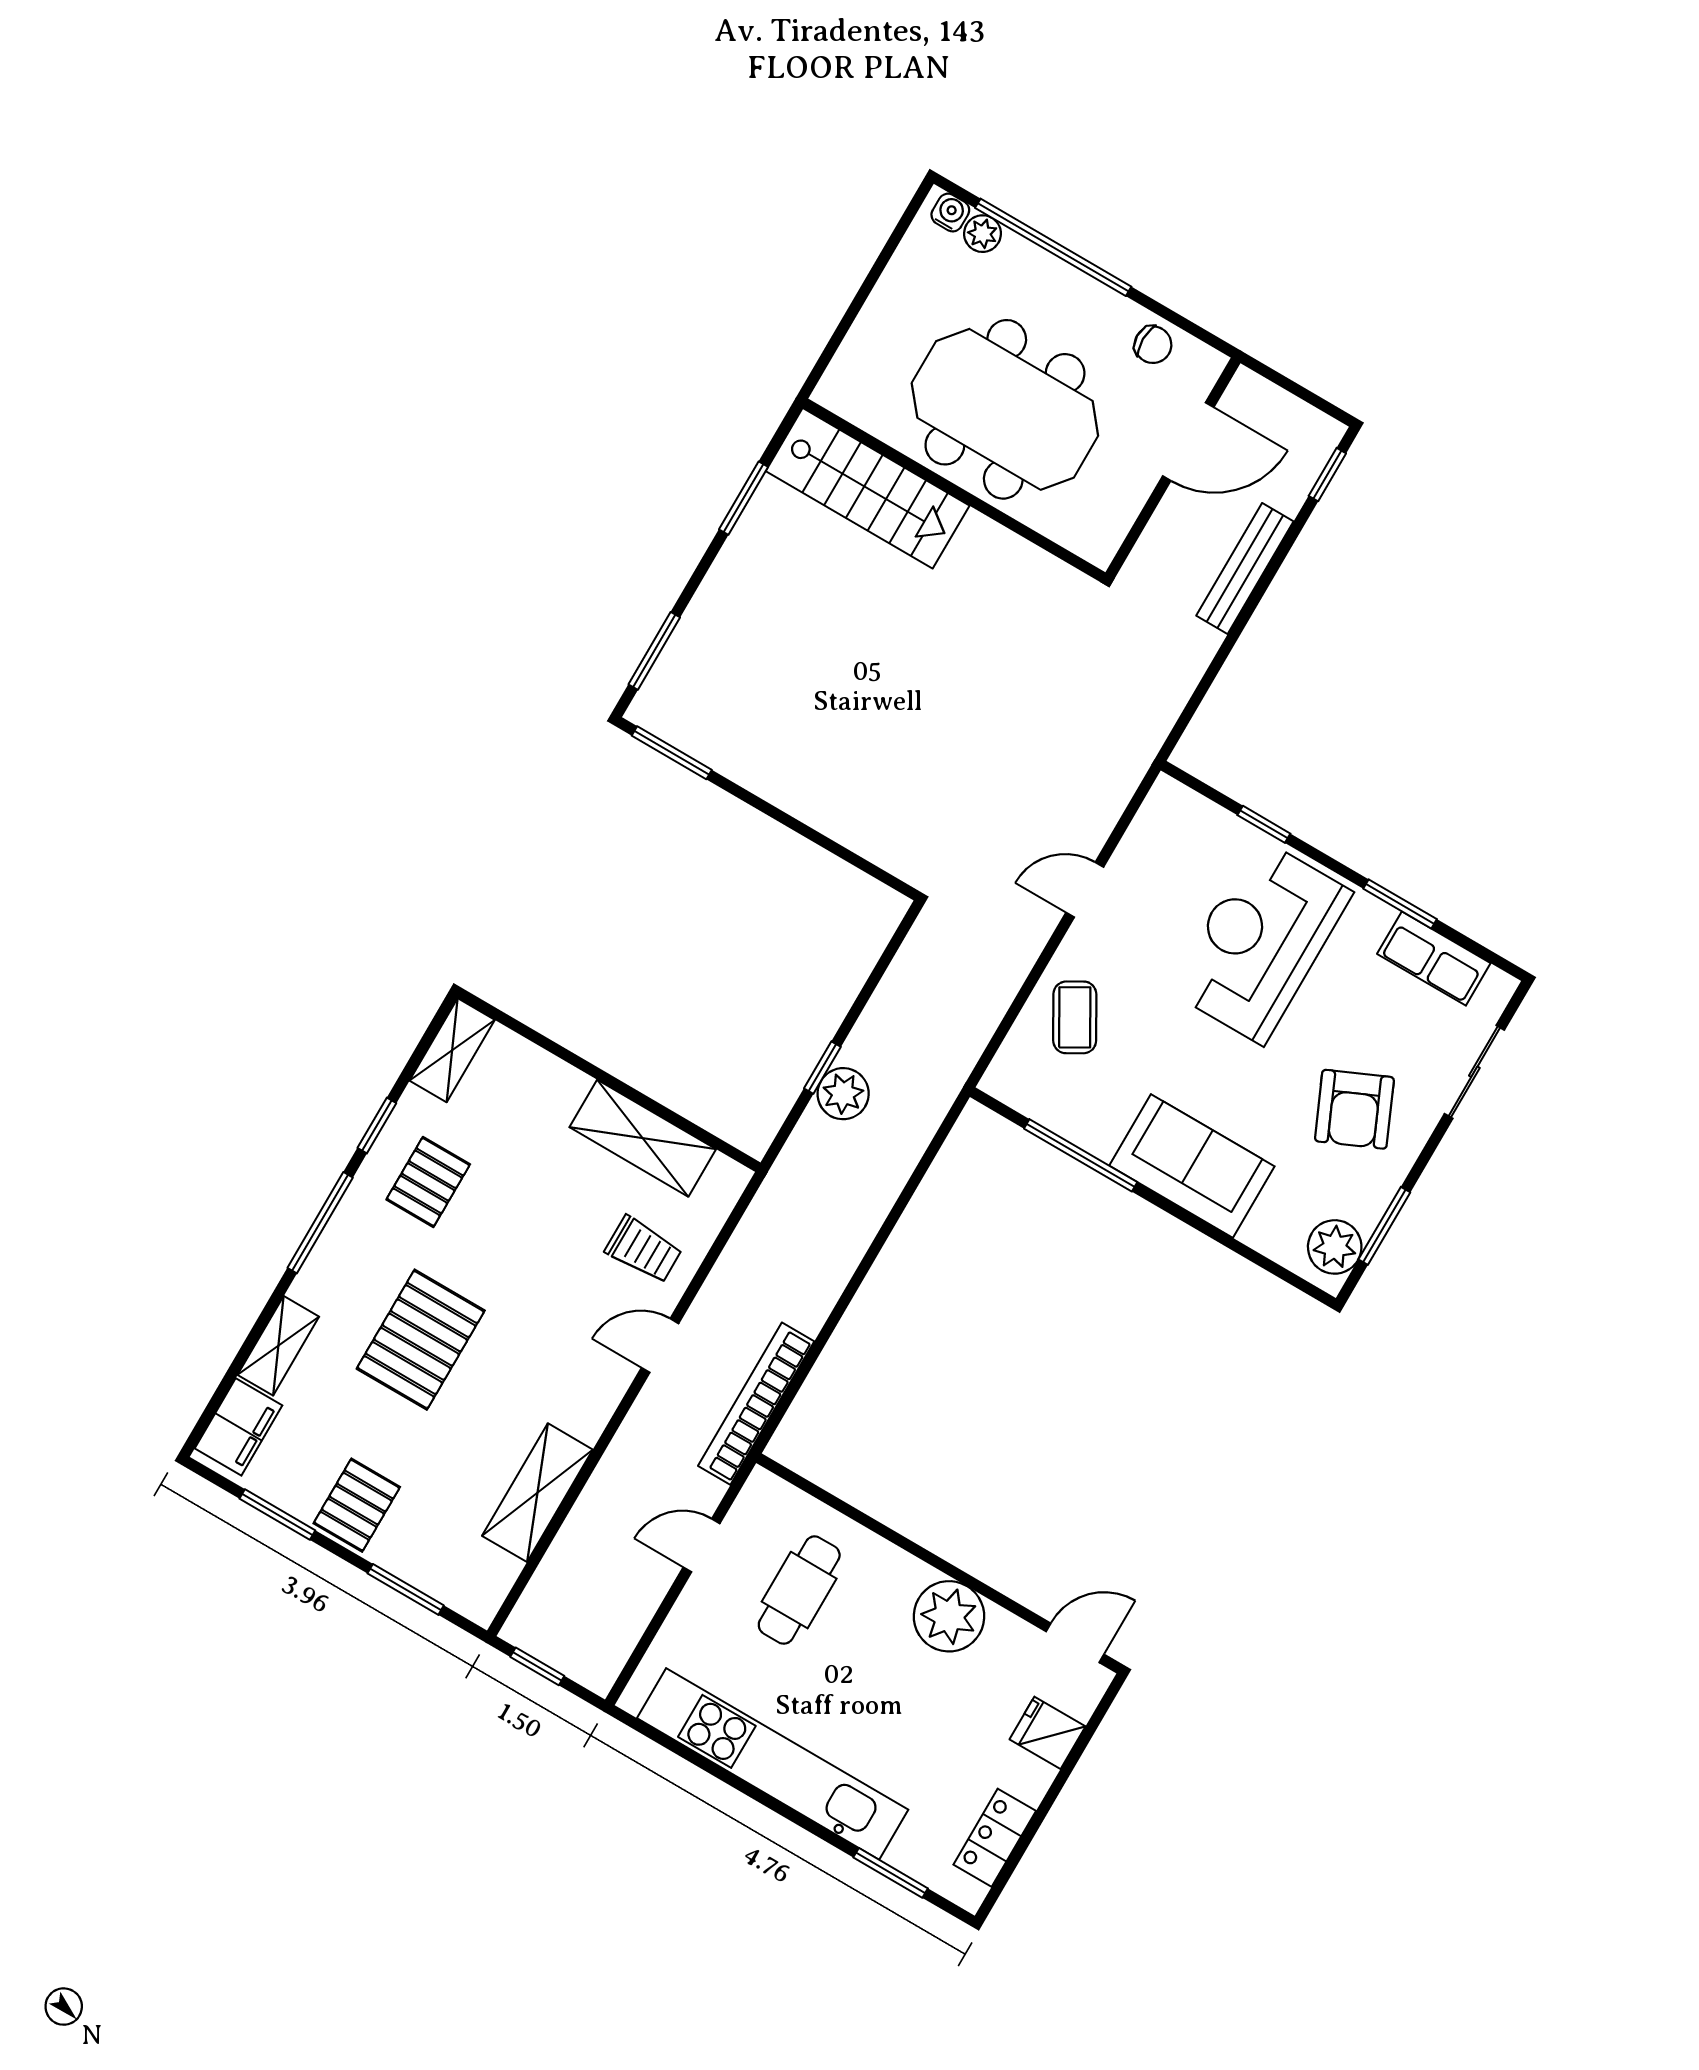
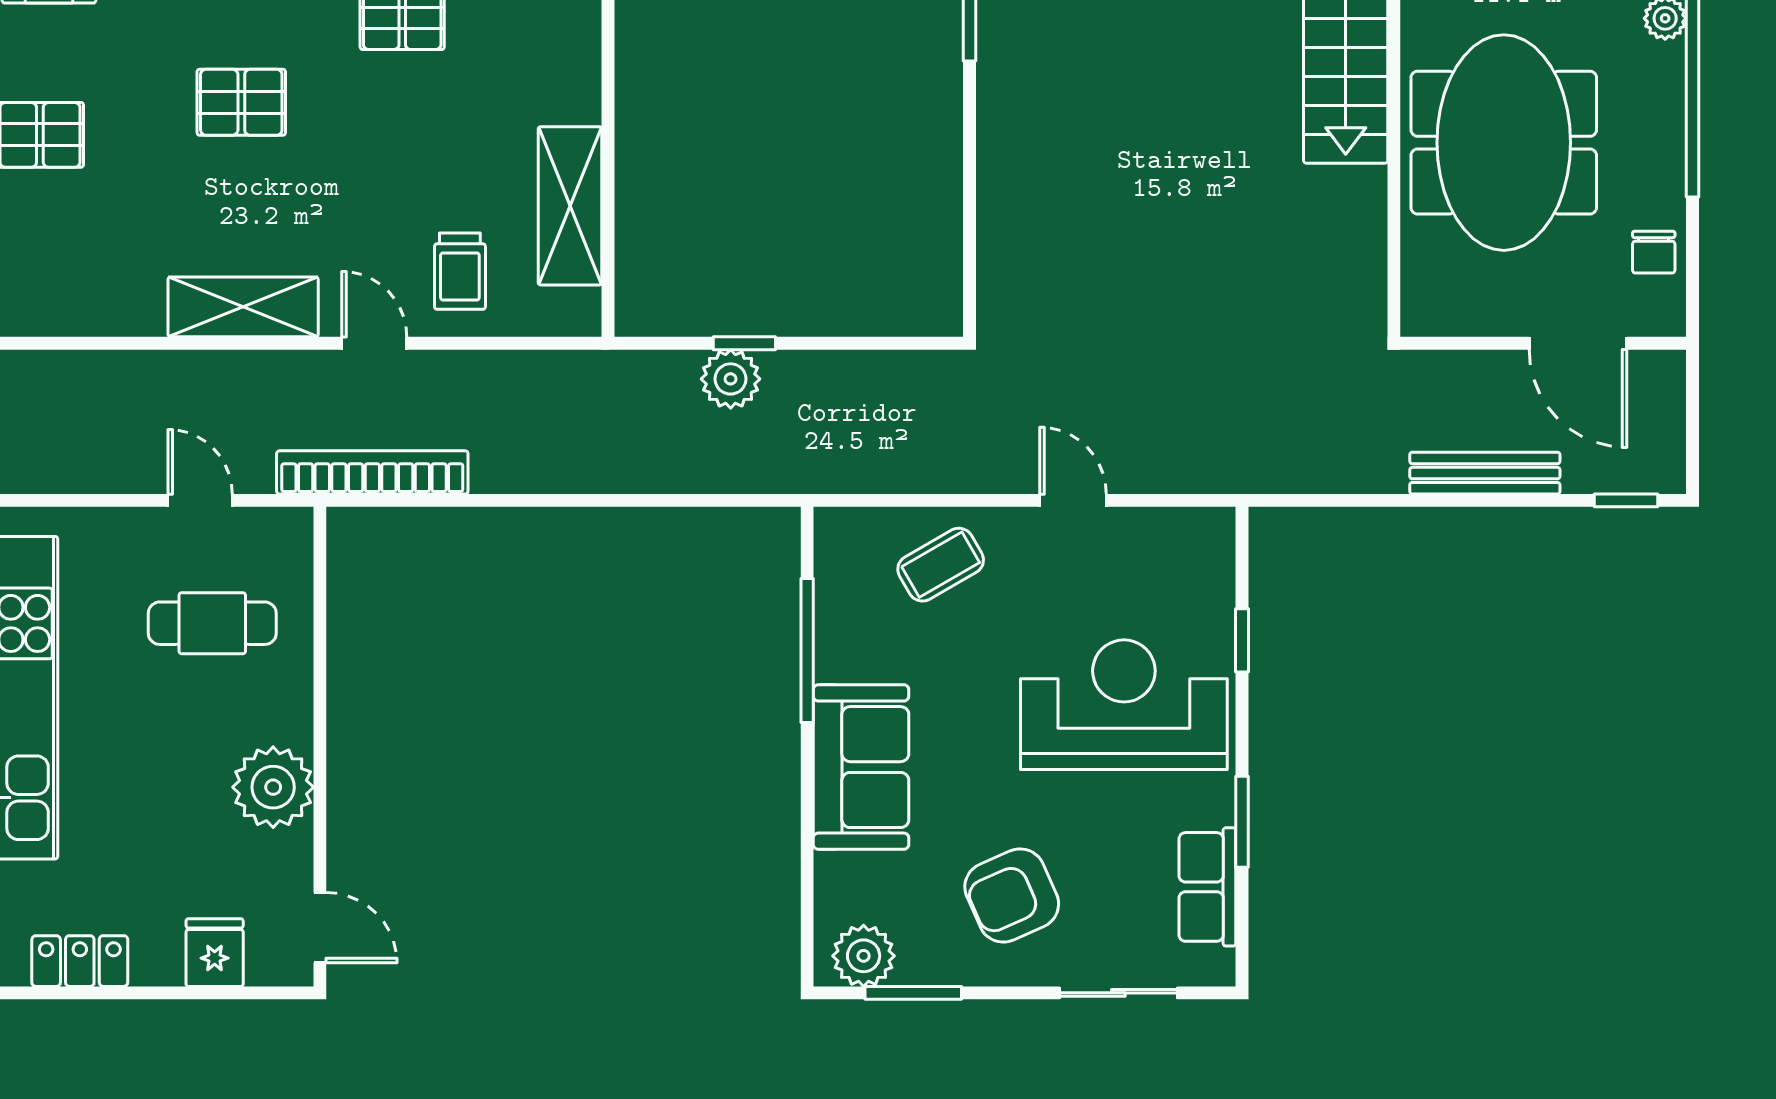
pallet: (421, 1340) -> (241, 102), width x0.67, depth x0.71
shelving: (537, 1493) -> (243, 307), moved

